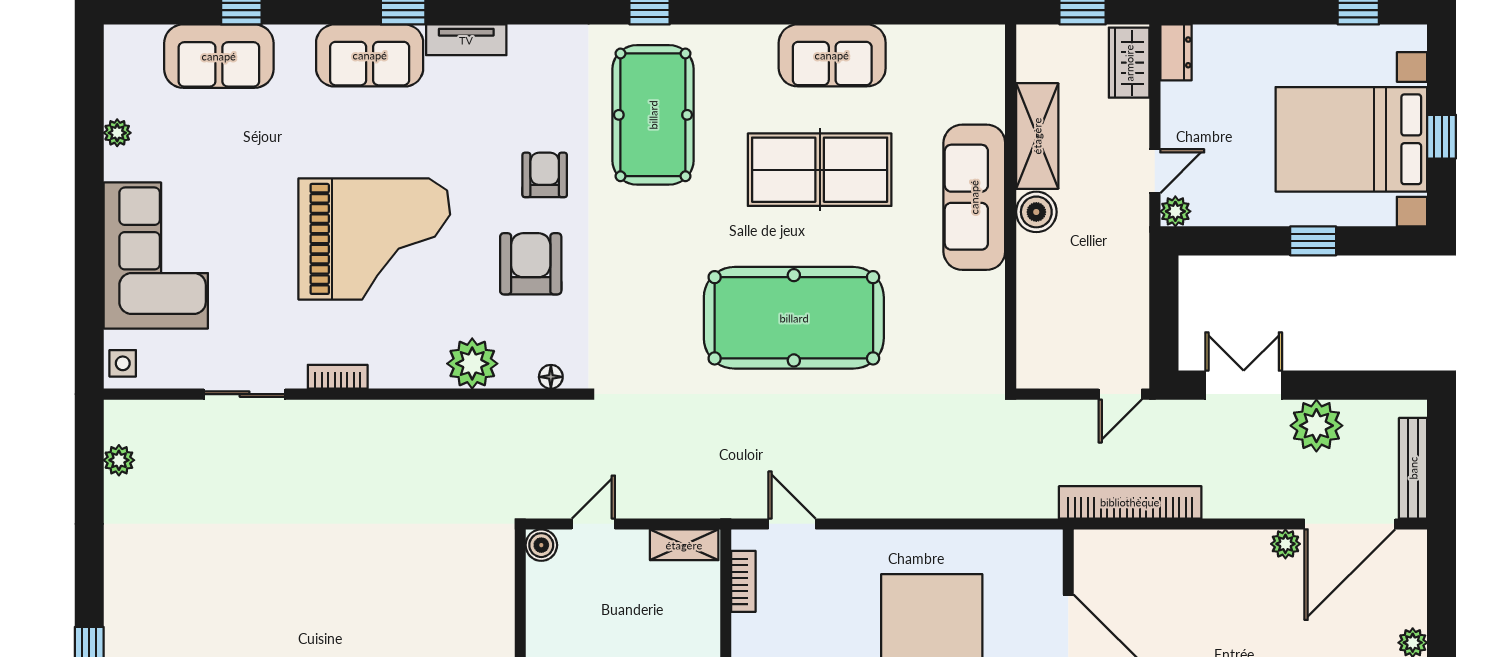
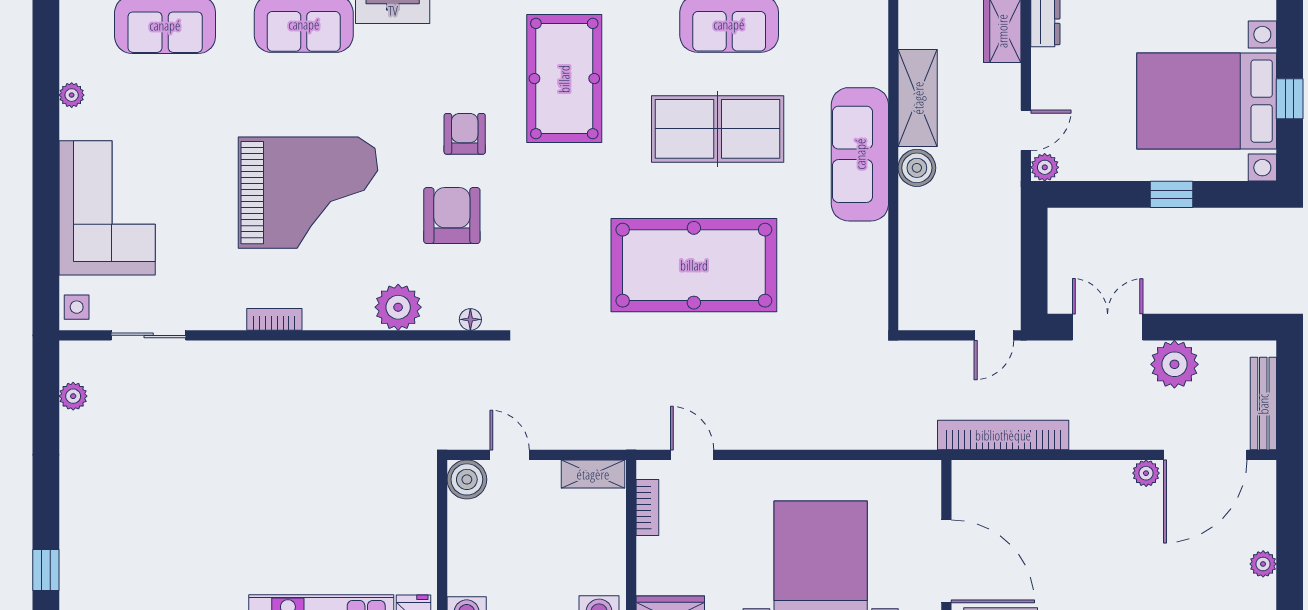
sliding door: (245, 394) -> (149, 335), moved
door: (593, 524) -> (510, 455), hinge flipped
boiler: (541, 545) -> (467, 479), width x1.36, depth x1.36

